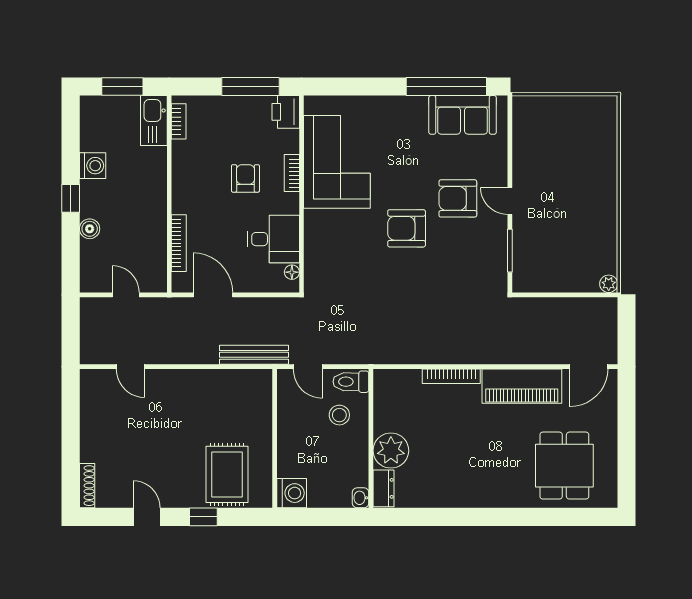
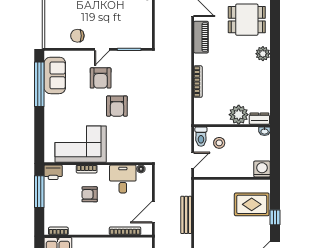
chair: (535, 156) -> (77, 36), added
bench: (254, 355) -> (186, 215), moved
piano: (522, 386) -> (201, 37), width x0.73, depth x0.75
plant: (502, 495) -> (263, 54), added

